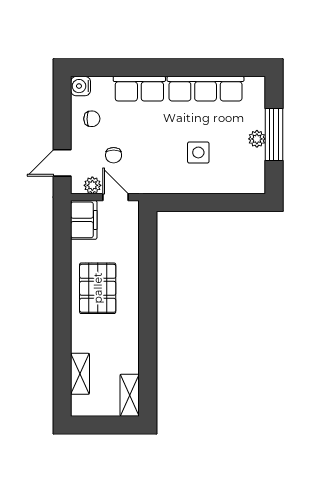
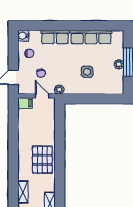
plant: (92, 185) -> (59, 90), moved
filing cabinet: (84, 220) -> (25, 103), width x0.50
pallet: (98, 288) -> (42, 160), moved

